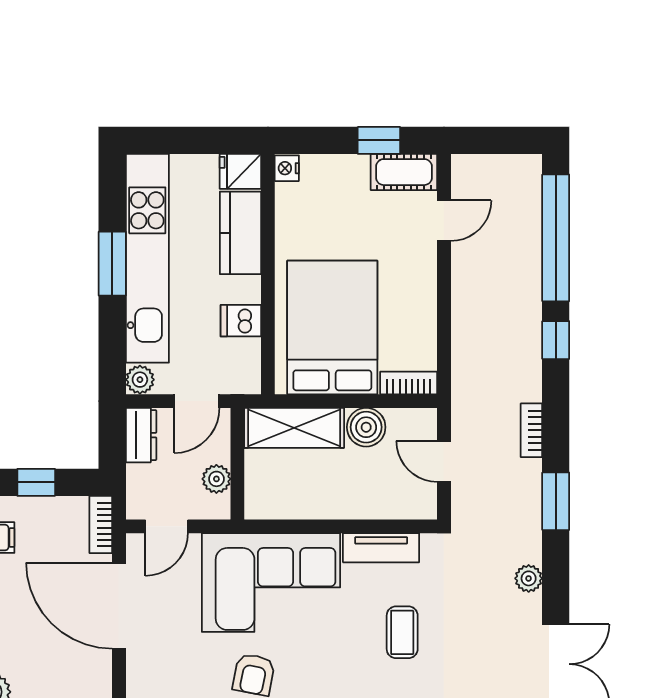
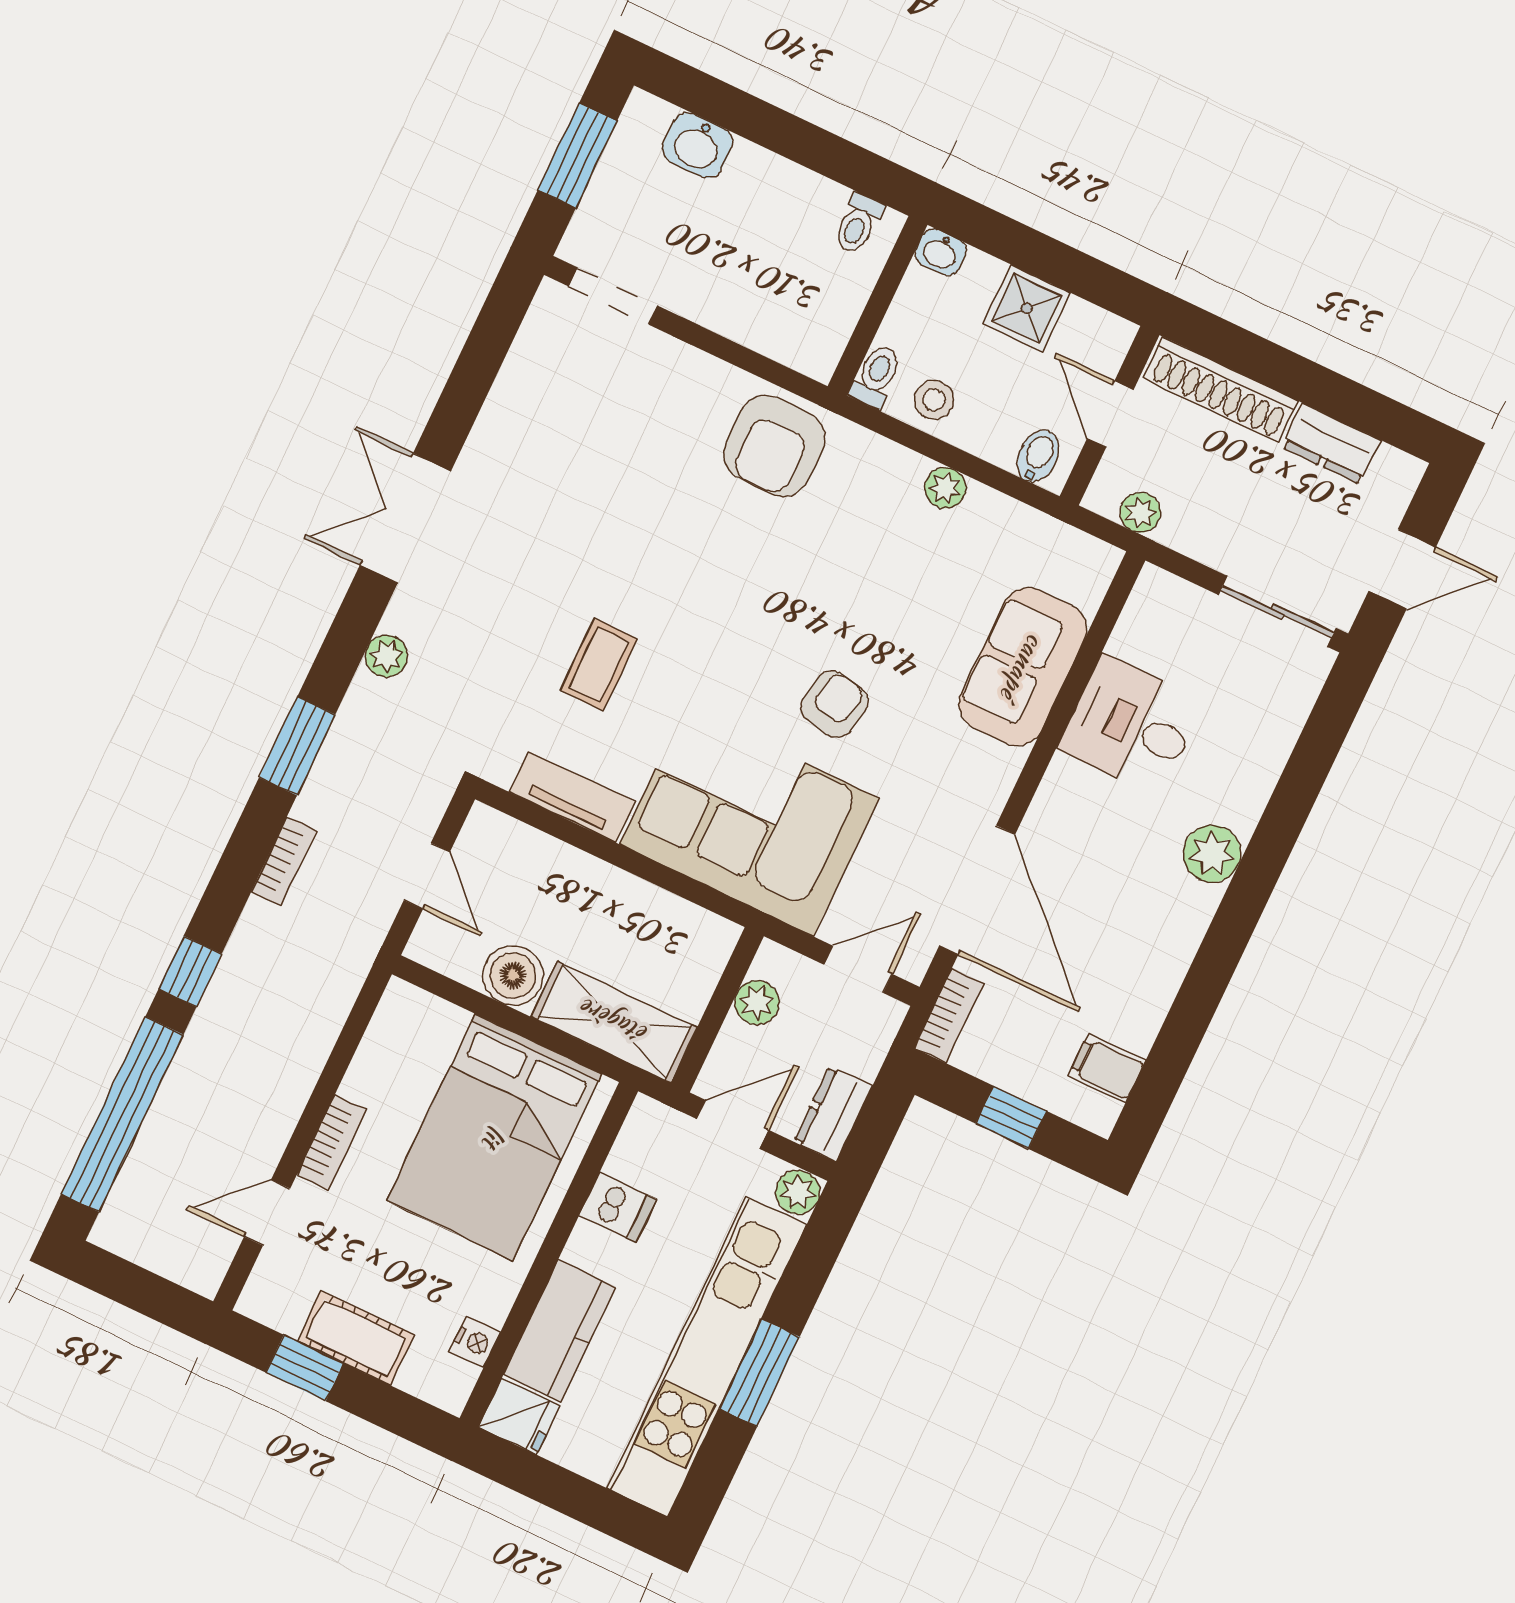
nightstand: (287, 168) -> (475, 1342), moved
cot: (404, 172) -> (356, 1338), moved
bookcase: (409, 383) -> (332, 1142), moved, turned -90

